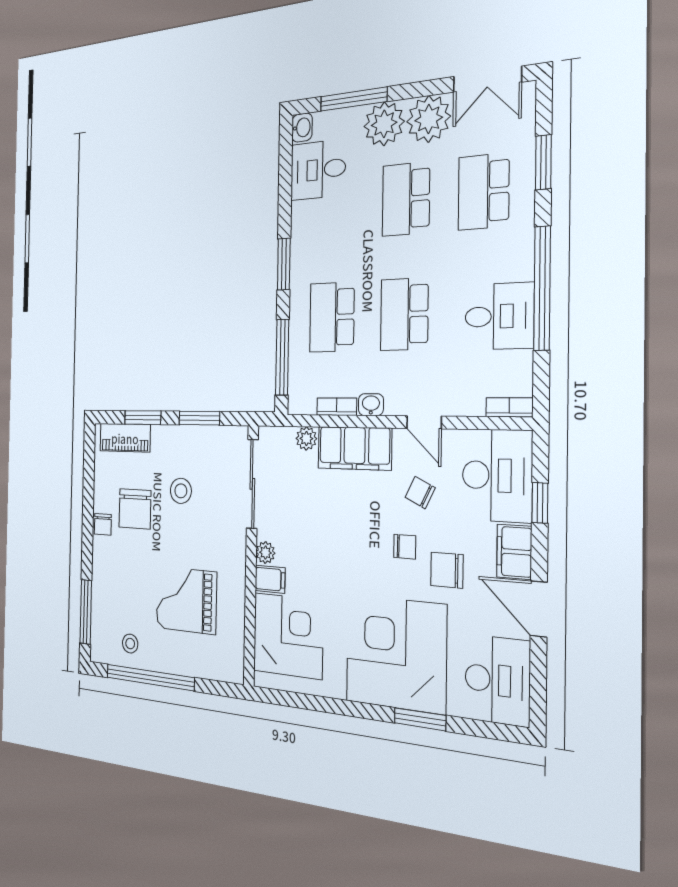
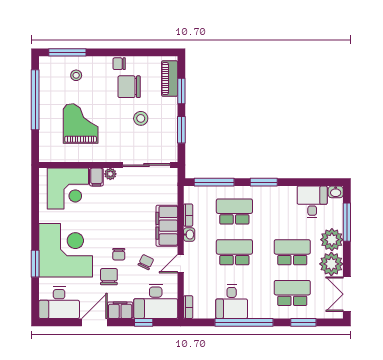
plant: (306, 438) -> (171, 198), removed
stool: (130, 644) -> (76, 75), moved

